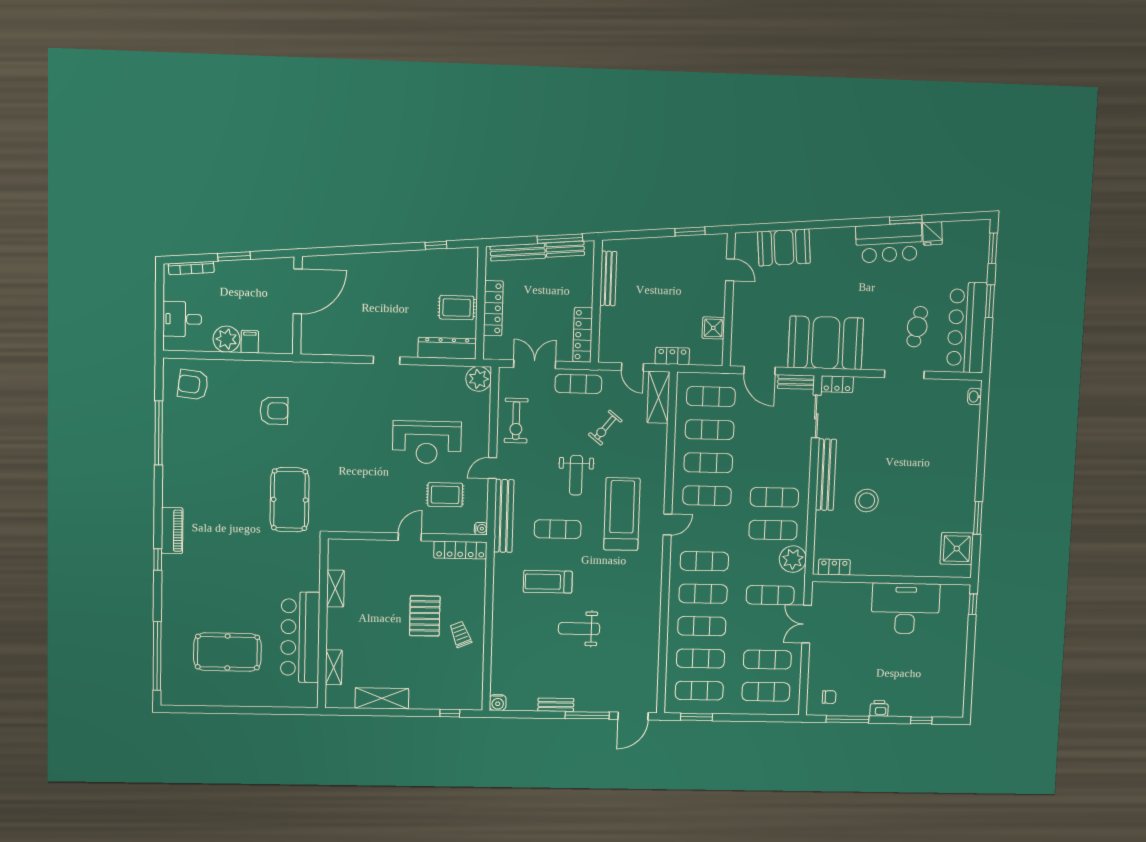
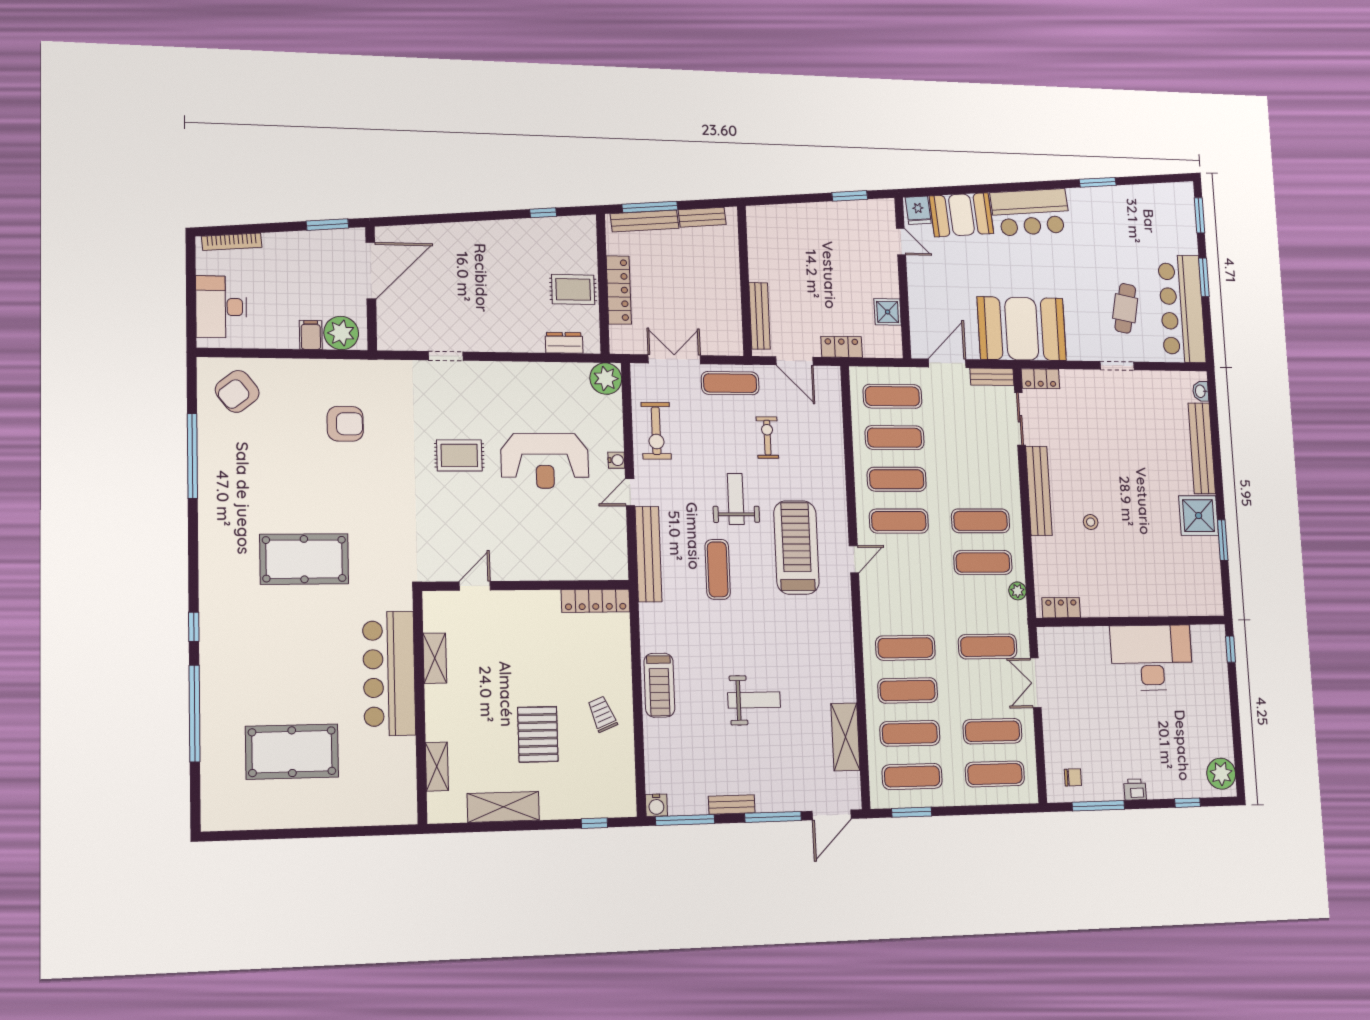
fridge: (932, 233) -> (918, 210), moved
window: (560, 239) -> (650, 207), moved
bar counter: (889, 243) -> (1030, 212), moved
window: (234, 256) -> (327, 225), moved
bench: (608, 278) -> (760, 316), moved
desk: (182, 319) -> (221, 307), width x1.37
locker: (583, 335) -> (731, 322), removed
plant: (226, 339) -> (341, 333), moved
dresser: (447, 348) -> (564, 343), width x0.51, depth x0.80
doorway: (387, 360) -> (446, 356), moved
door: (632, 367) -> (794, 361), width x1.38
door: (759, 370) -> (947, 363), swing flipped
doorway: (904, 374) -> (1117, 366), width x0.73
armchair: (193, 385) -> (237, 391), turned -45
shelving: (658, 397) -> (845, 737), moved
exercise bike: (605, 428) -> (767, 438), turned 141
bench: (969, 443) -> (1202, 448), added
weight bench: (576, 475) -> (736, 499), turned 180
rug: (445, 495) -> (459, 455), moved
pool table: (290, 500) -> (304, 559), moved, turned 90
stool: (867, 501) -> (1091, 522), width x0.53, depth x0.53
water cooler: (481, 529) -> (616, 460), moved
exercise mat: (558, 529) -> (718, 569), turned 90
piano: (172, 531) -> (213, 587), removed
door: (410, 537) -> (475, 586), moved
shower: (957, 549) -> (1199, 516), moved
plant: (793, 559) -> (1018, 591), width x0.53, depth x0.53
exercise mat: (704, 561) -> (903, 605), removed
treadmill: (548, 582) -> (659, 685), moved, turned -90
pallet: (425, 616) -> (538, 734), moved
weight bench: (579, 629) -> (754, 700), turned 180
bar counter: (300, 637) -> (389, 673), moved
window: (157, 656) -> (195, 713), moved
plant: (952, 700) -> (1221, 774), added
window: (519, 714) -> (685, 820), added

